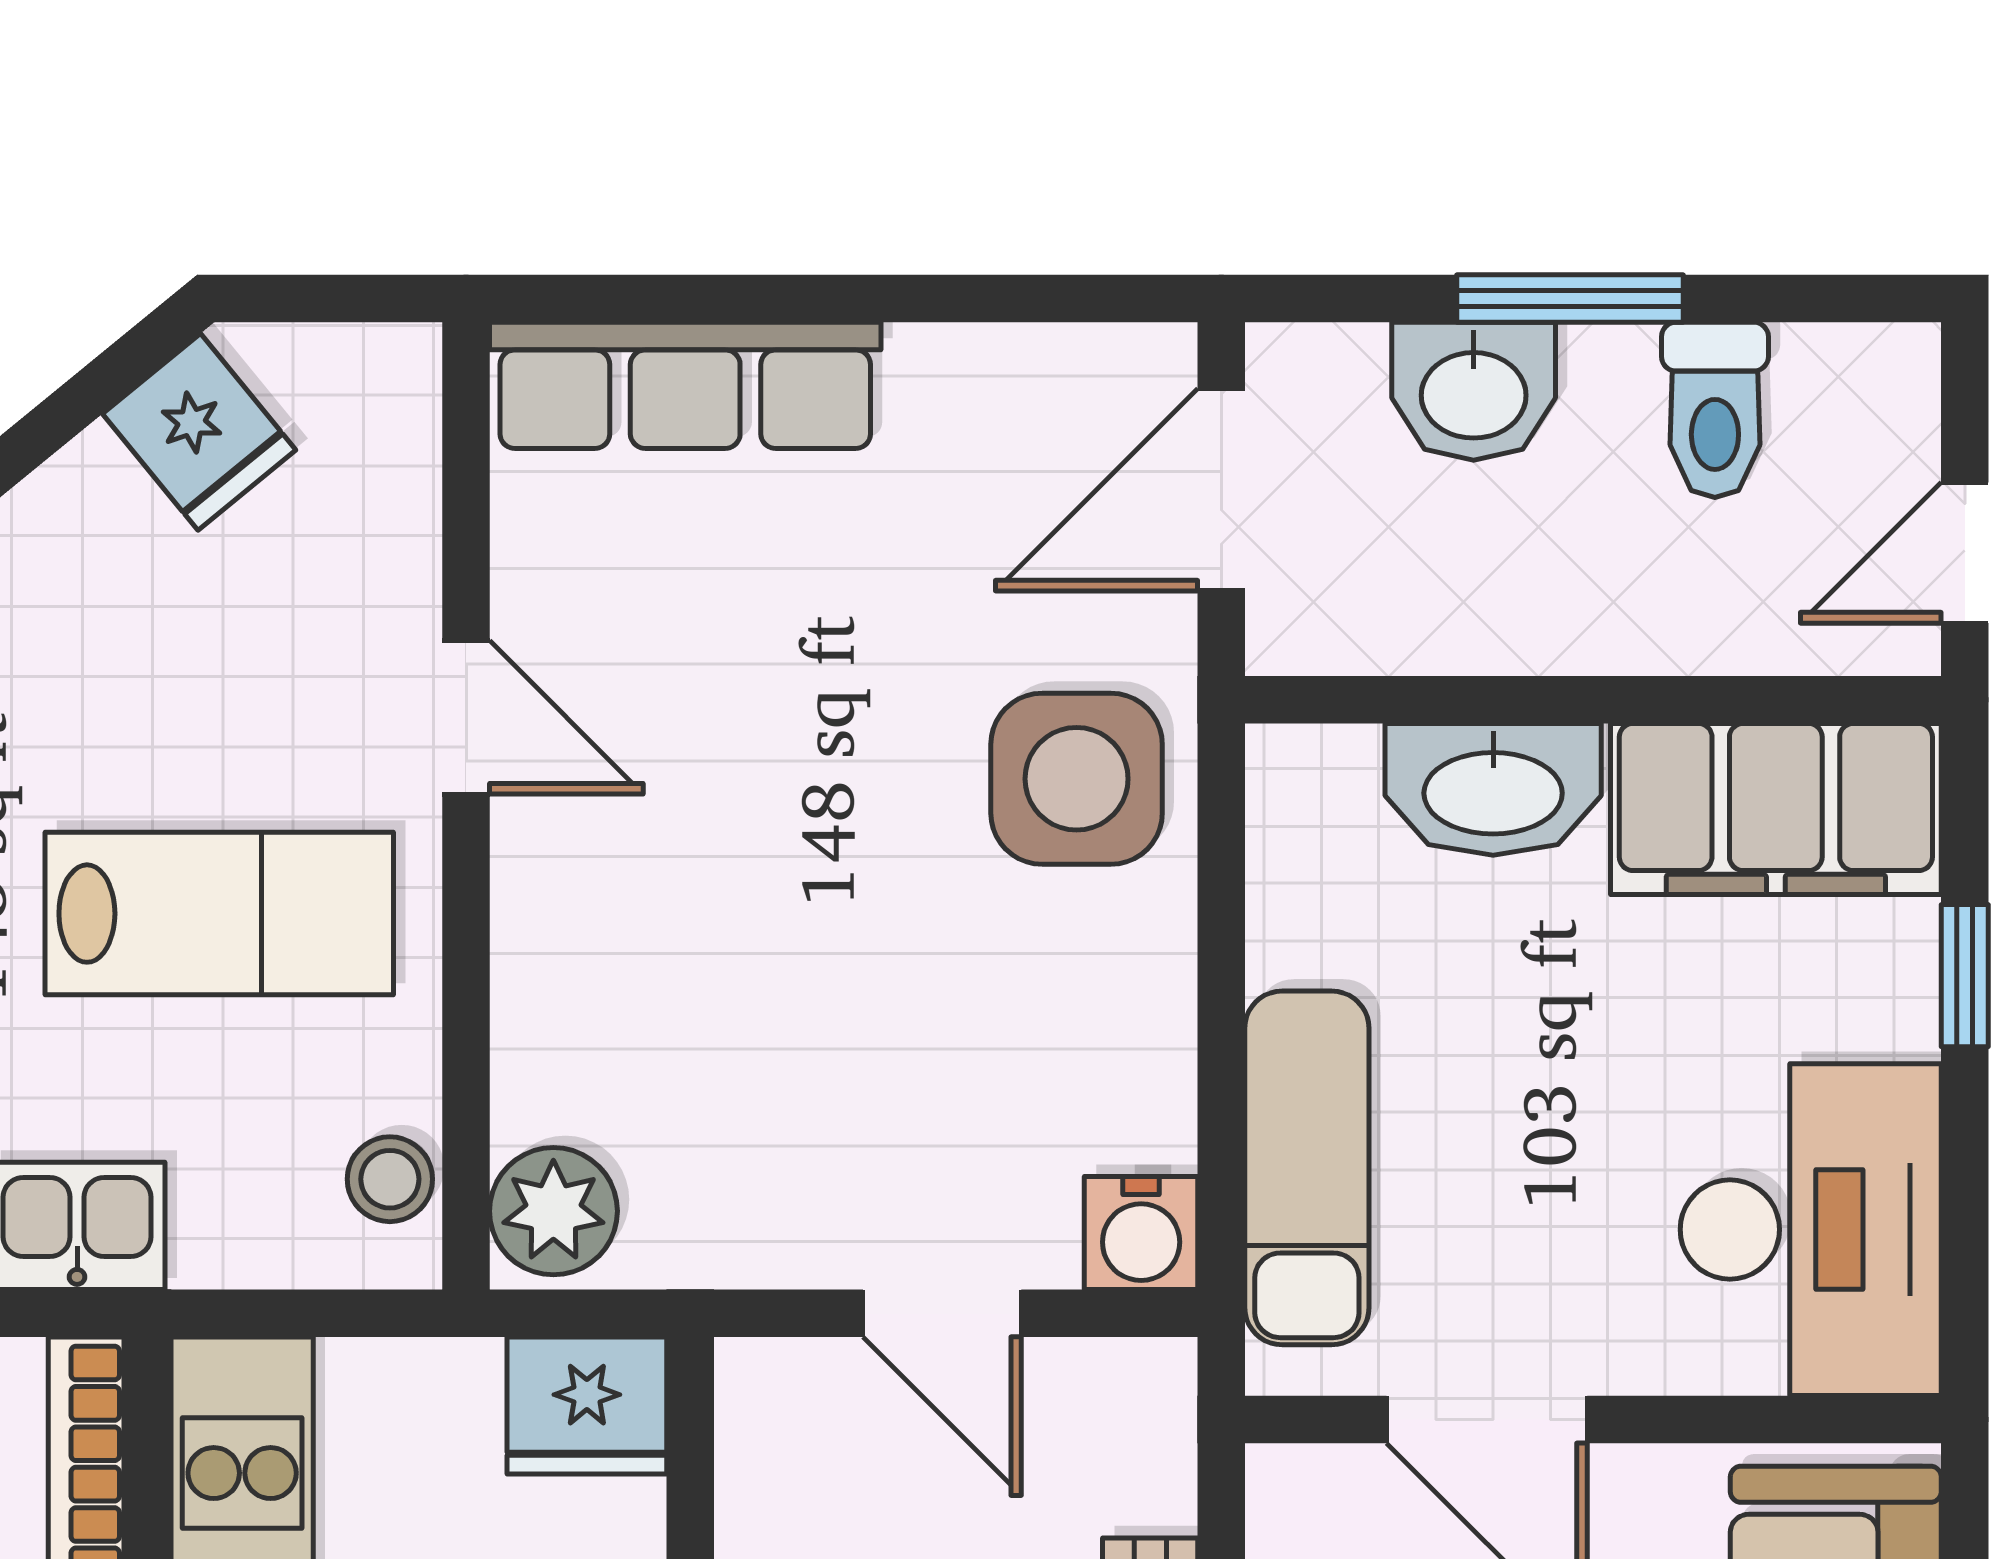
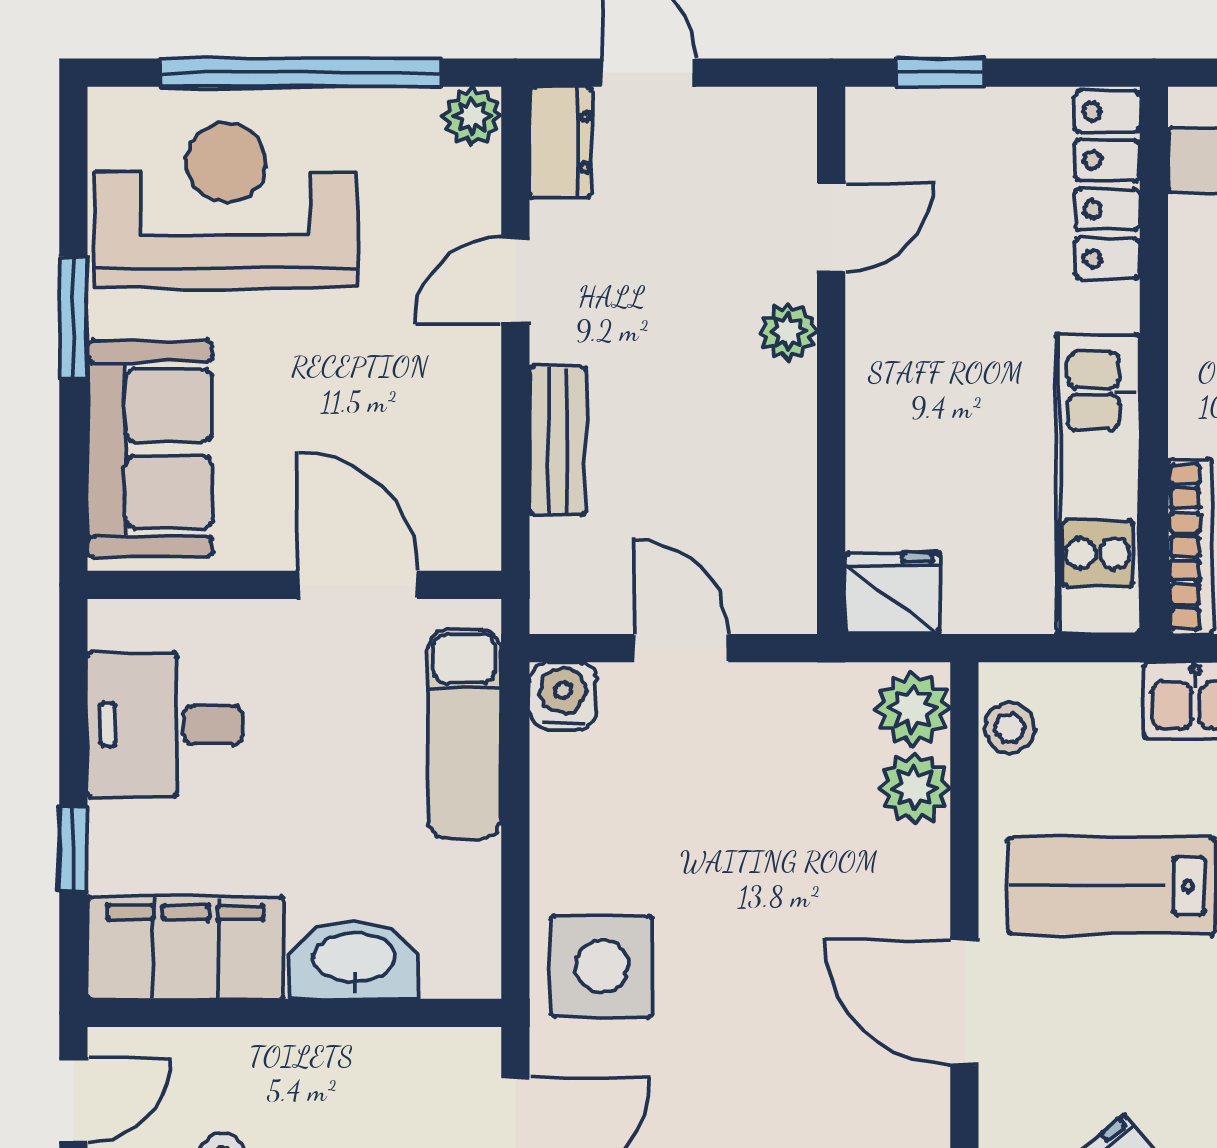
door: (466, 717) -> (964, 1002), width x1.38
plant: (550, 1077) -> (914, 788), added
desk: (1811, 1230) -> (165, 725), width x0.73

